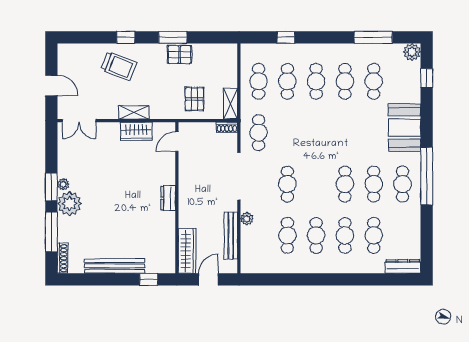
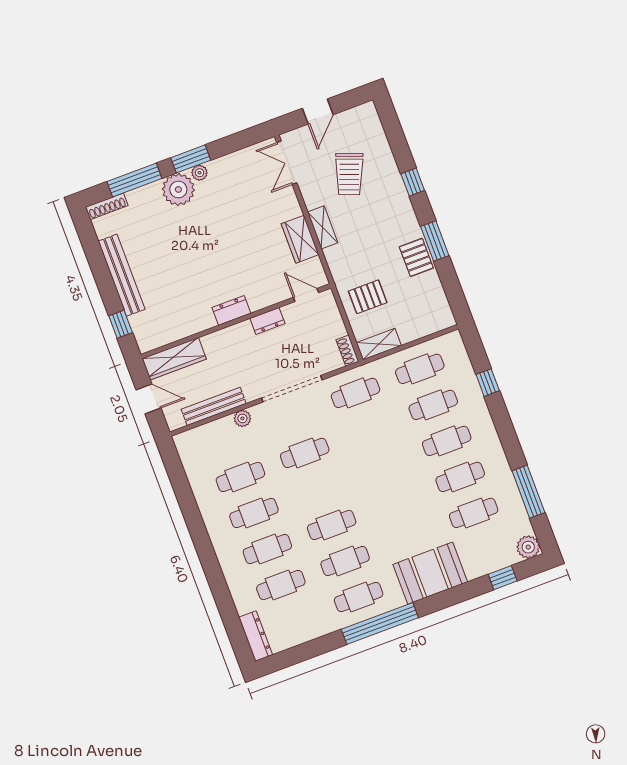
trolley: (119, 66) -> (349, 174), moved
dresser: (185, 176) -> (267, 321), added

